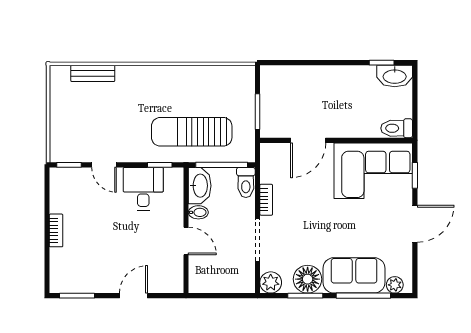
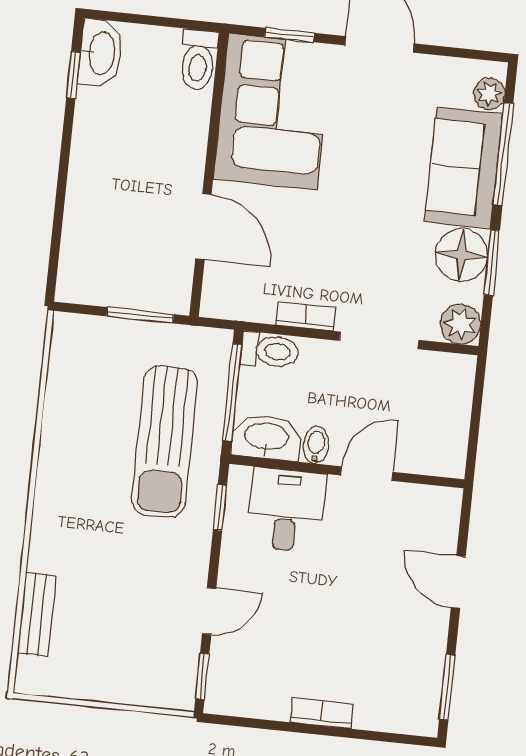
desk: (143, 189) -> (286, 510), moved, turned 90

